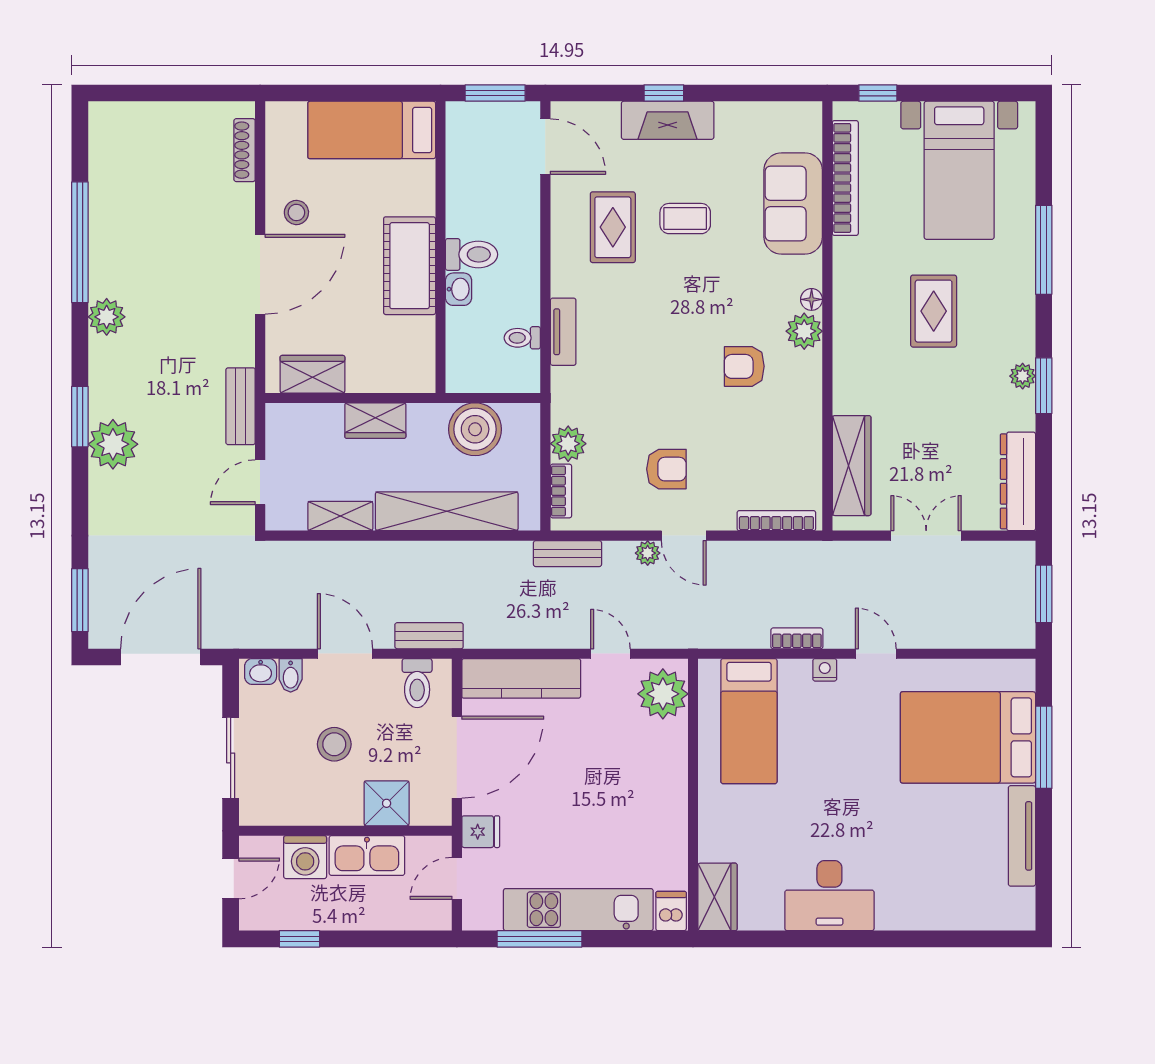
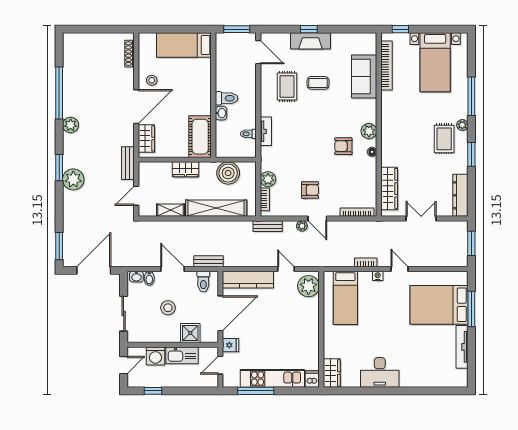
cot: (410, 266) -> (200, 137), moved
floor lamp: (812, 299) -> (372, 152), moved
rug: (934, 311) -> (444, 139), moved
wardrobe: (312, 374) -> (146, 138), moved, turned 90
plant: (1023, 376) -> (462, 125), moved

